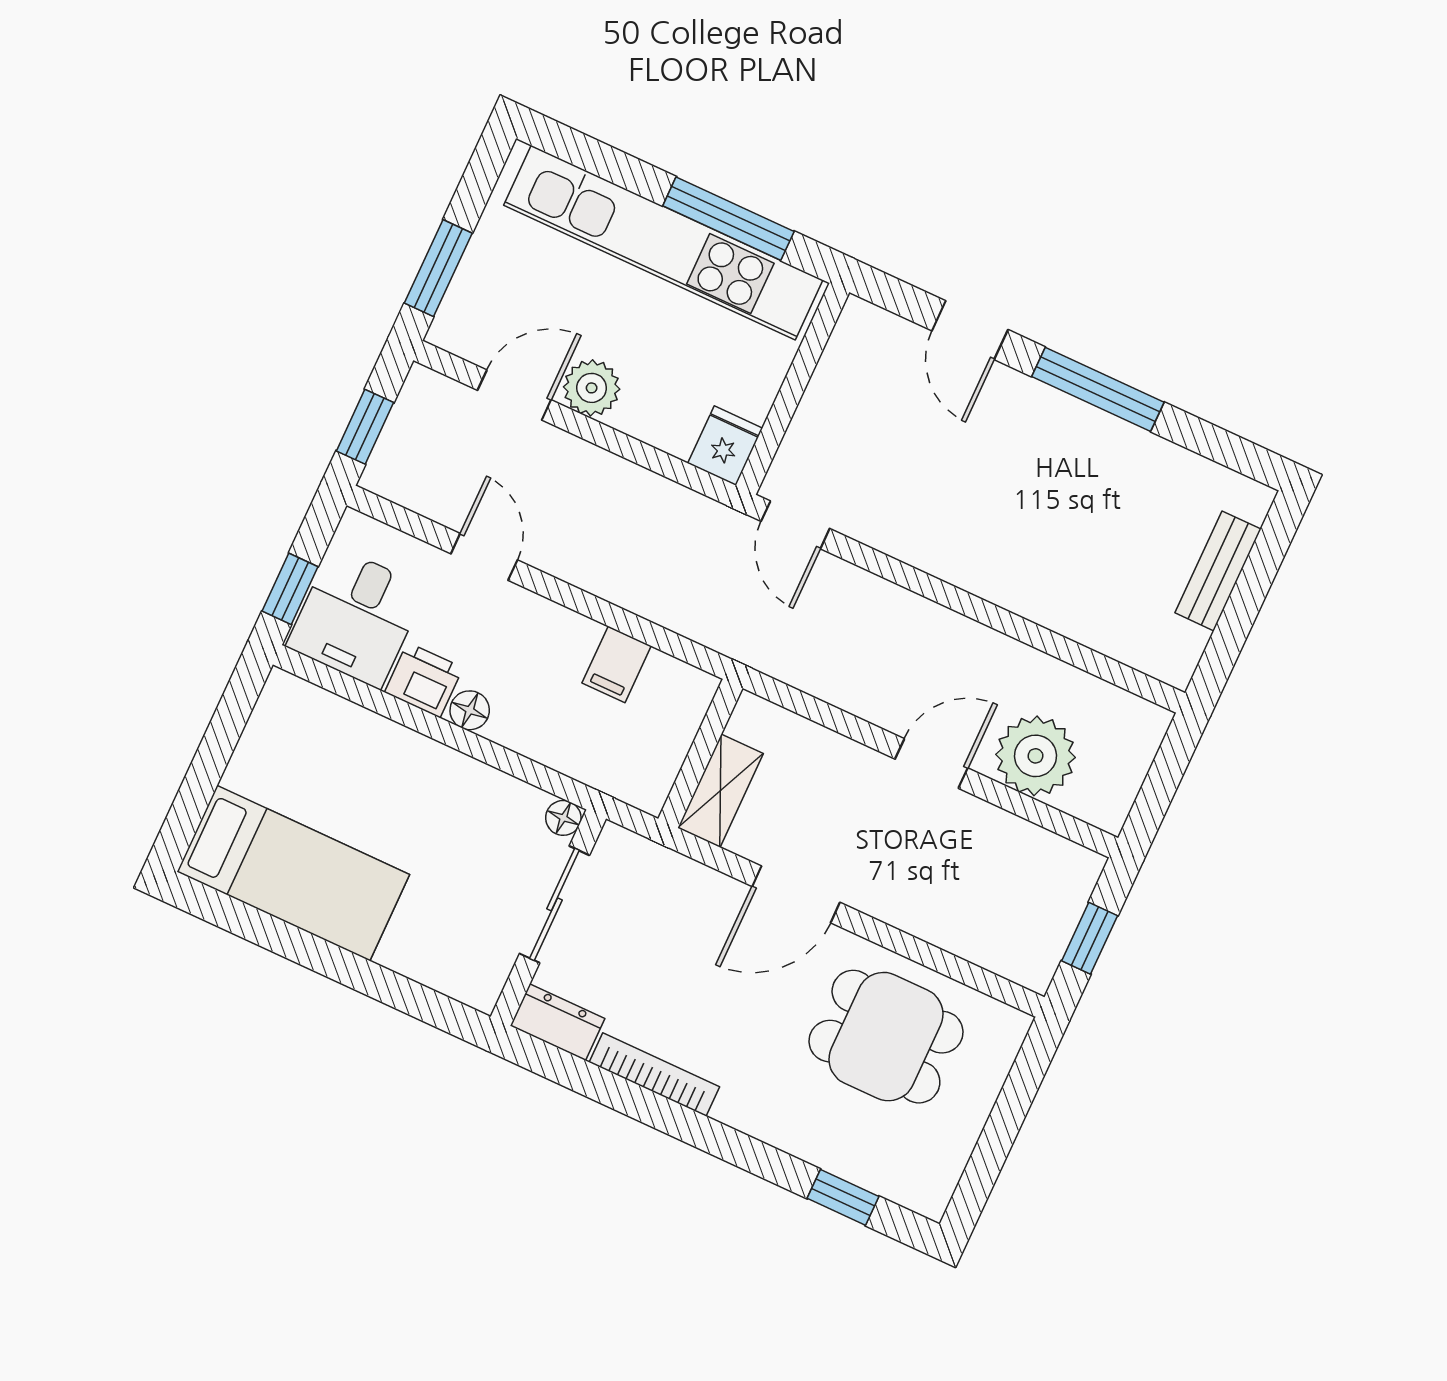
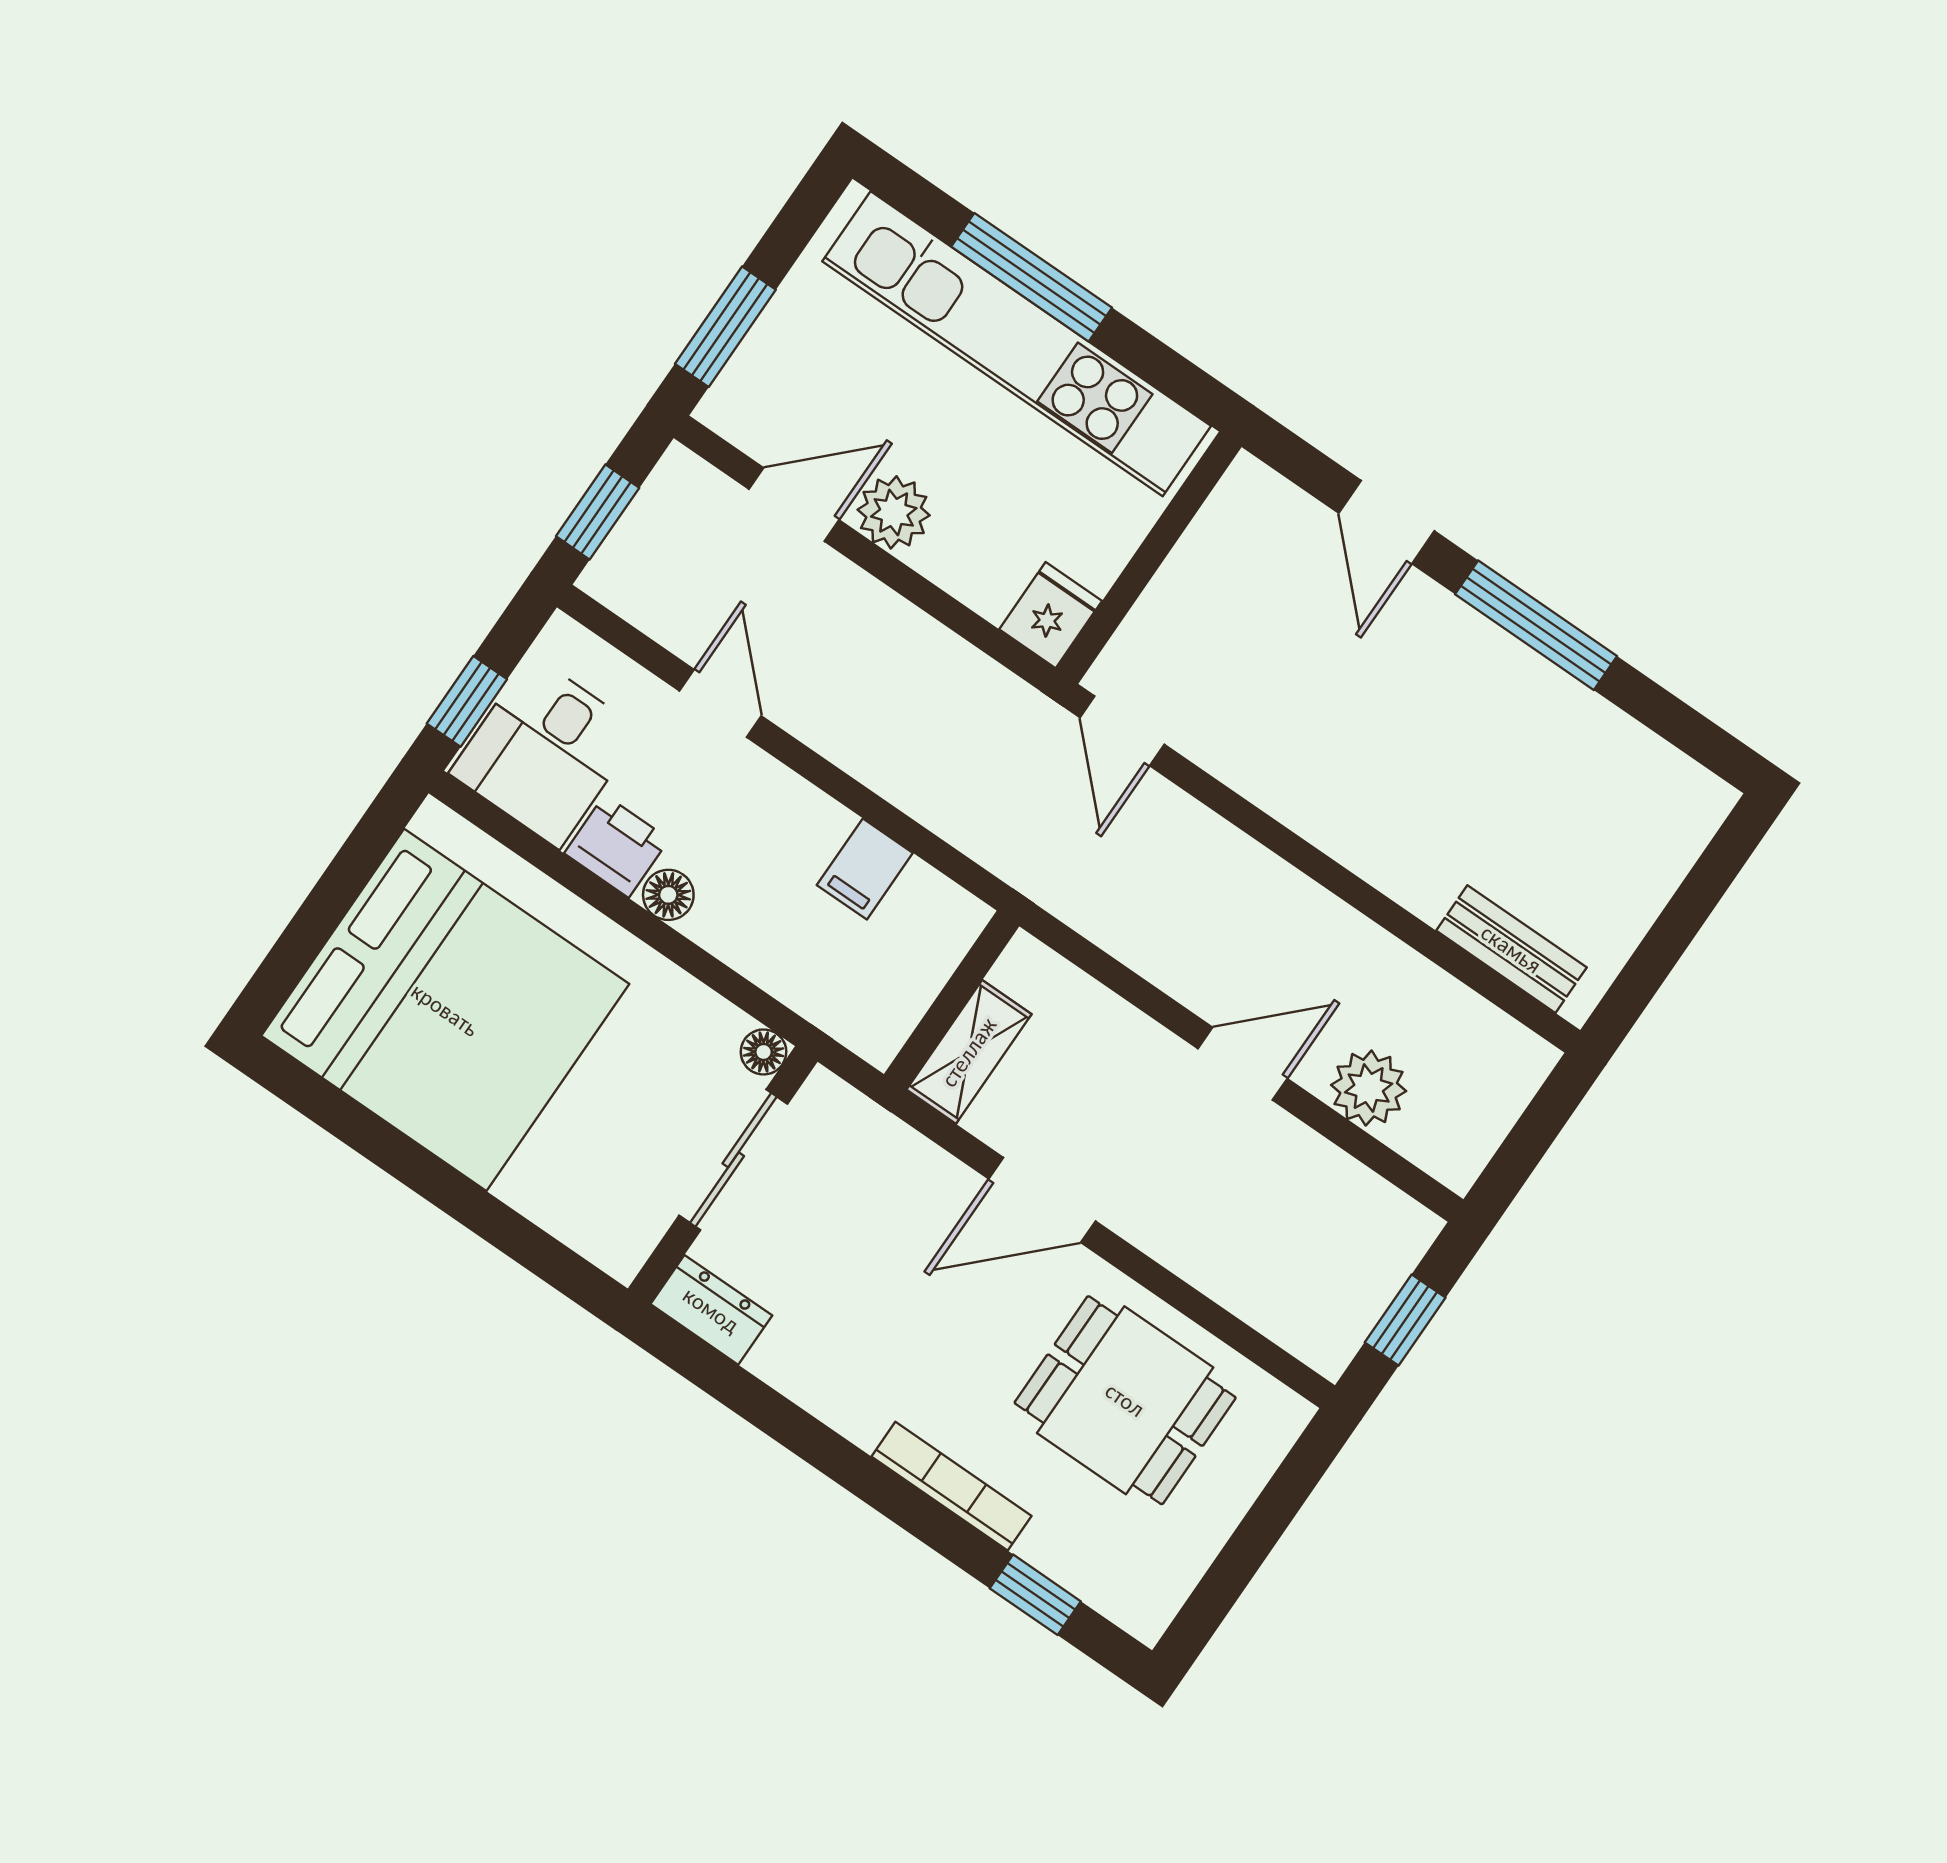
window: (728, 219) -> (1032, 277), moved
bench: (1218, 571) -> (1511, 949), moved, turned 90
plant: (1036, 756) -> (1369, 1088), width x0.73, depth x0.73
bed: (293, 873) -> (445, 1010), width x2.04
bookcase: (654, 1074) -> (951, 1486), moved

